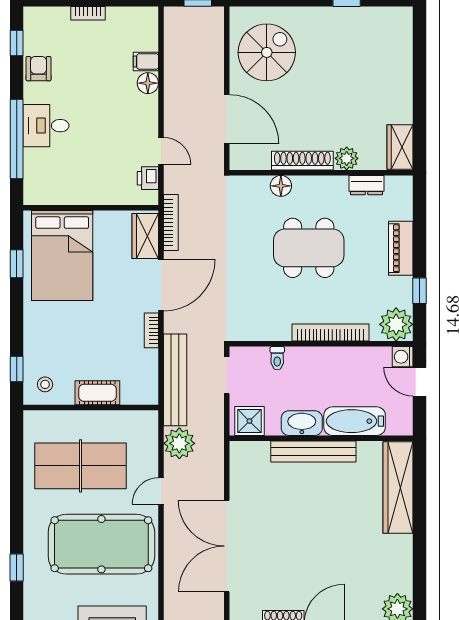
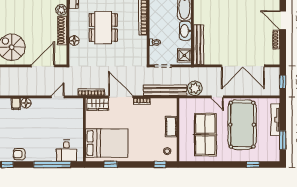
desk: (46, 126) -> (66, 151), moved
printer: (148, 178) -> (71, 103), removed
bench: (313, 451) -> (199, 45), moved

